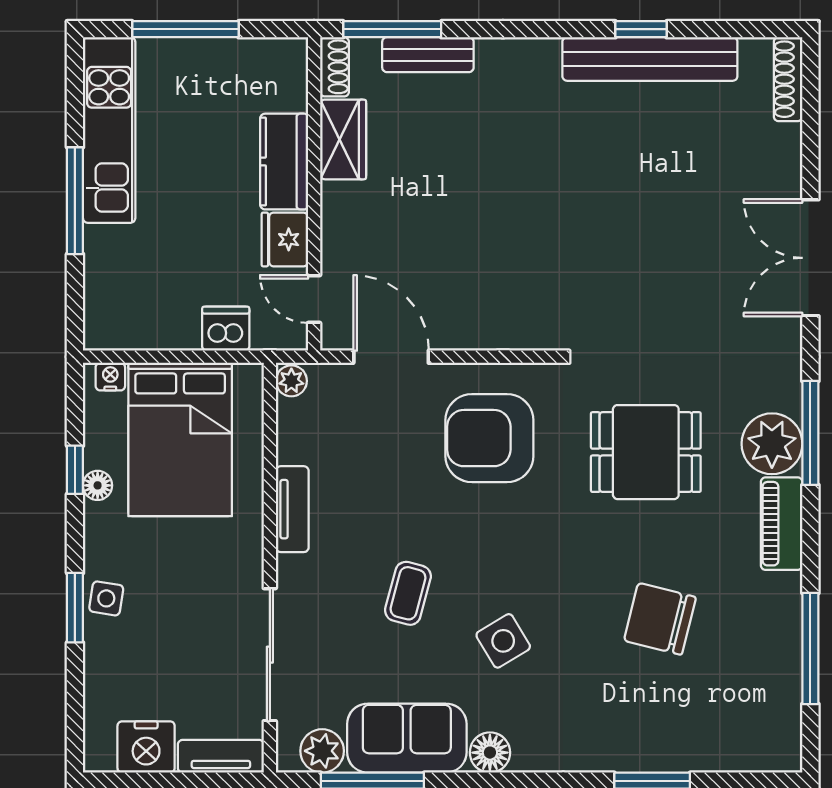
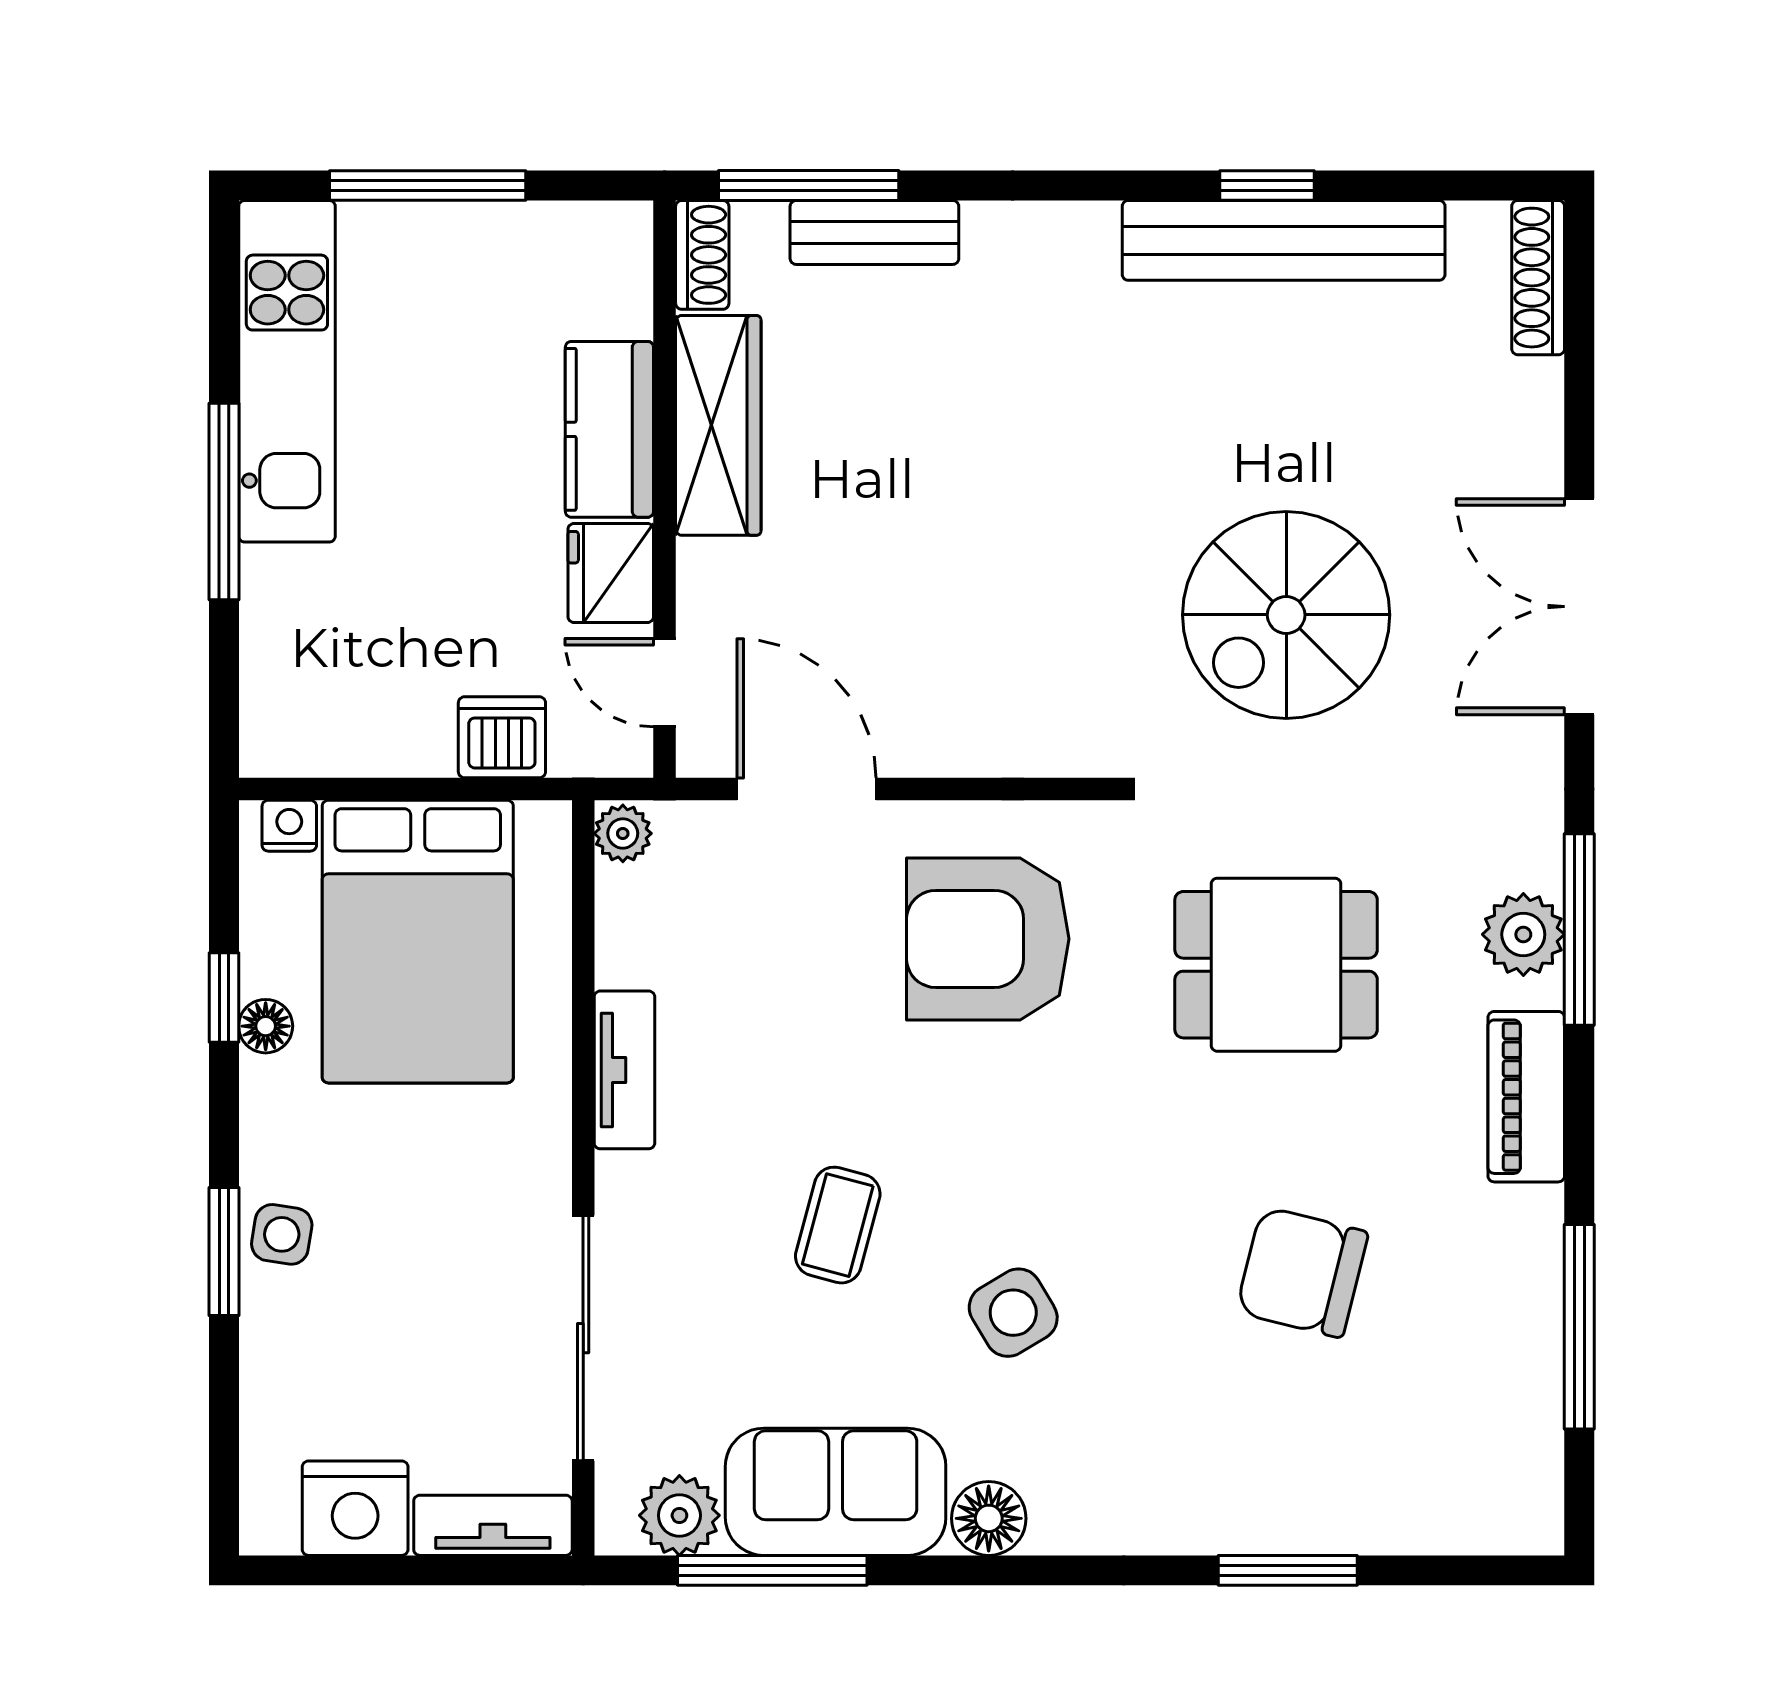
wardrobe: (343, 139) -> (718, 425), width x1.50
spiral stairs: (651, 262) -> (1286, 615), added
plant: (772, 444) -> (1523, 934), width x0.73, depth x0.73

